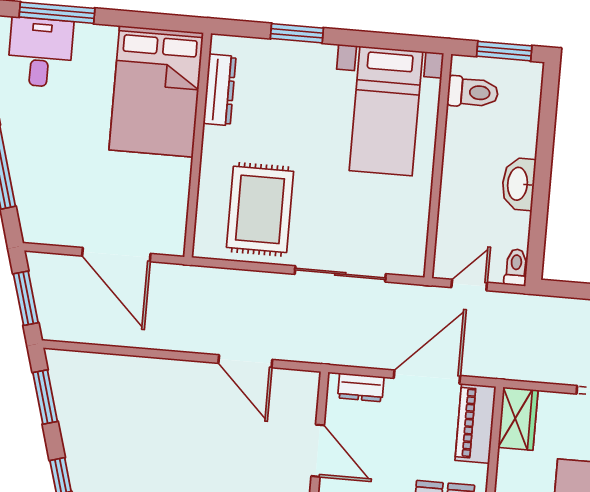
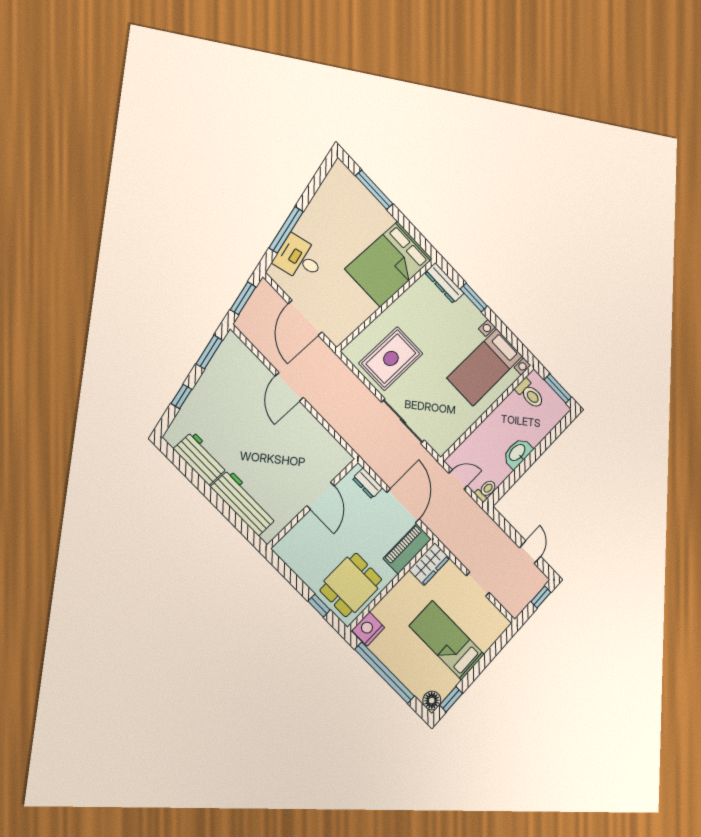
desk: (40, 52) -> (299, 259), moved, turned -106
dresser: (220, 90) -> (444, 283), moved, turned 90
door: (245, 361) -> (289, 387), moved
door: (427, 377) -> (403, 506), hinge flipped

